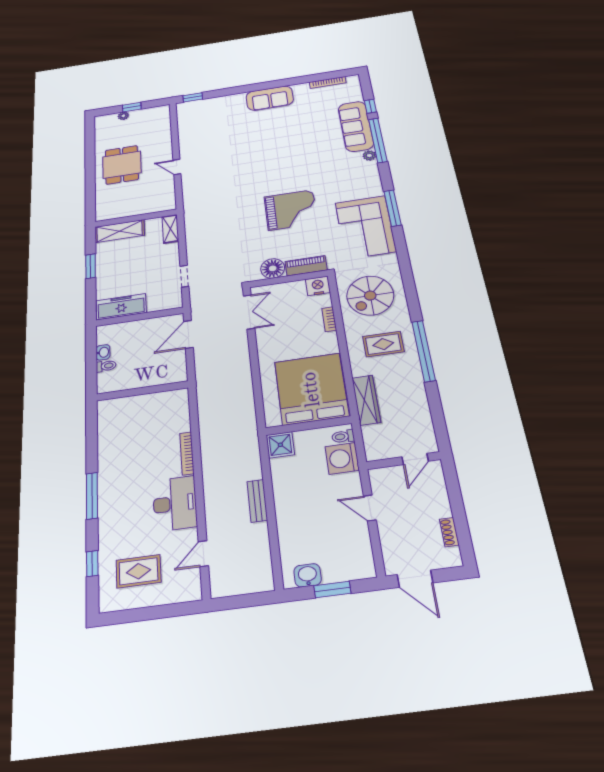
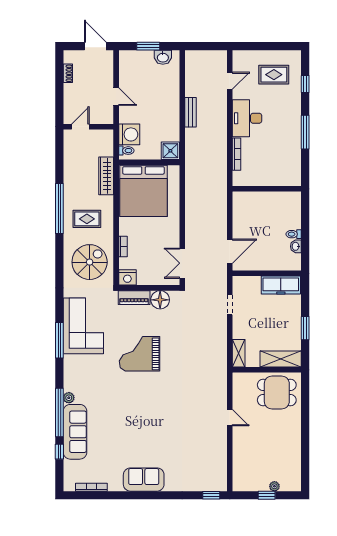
dining table: (122, 165) -> (277, 392), moved, turned 90
wall: (142, 391) -> (267, 189), moved

